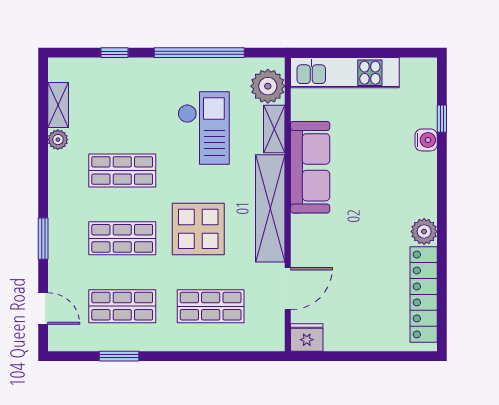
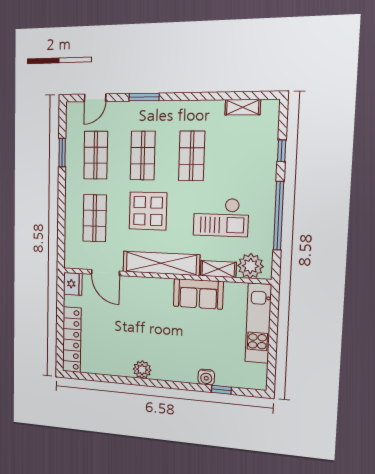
plant: (58, 140) -> (216, 107), removed
sofa: (310, 167) -> (198, 294), width x0.73
locker: (424, 294) -> (72, 340), moved, turned 90

